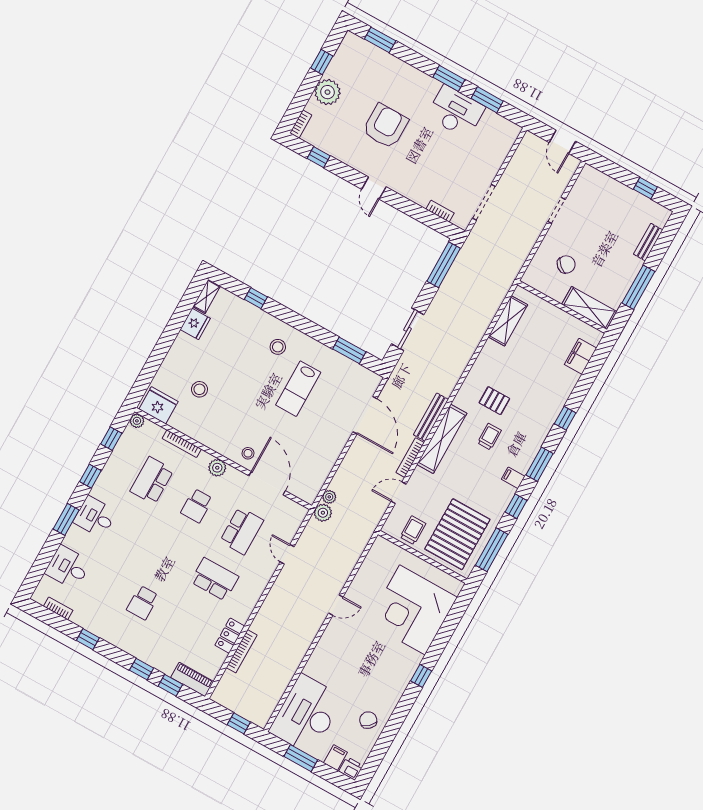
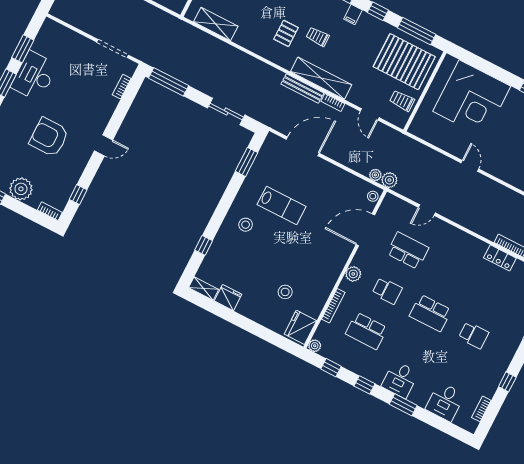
stool: (248, 453) -> (373, 196), moved
bookcase: (410, 458) -> (333, 102), width x0.64
school desk: (215, 579) -> (430, 313), moved, turned -90

